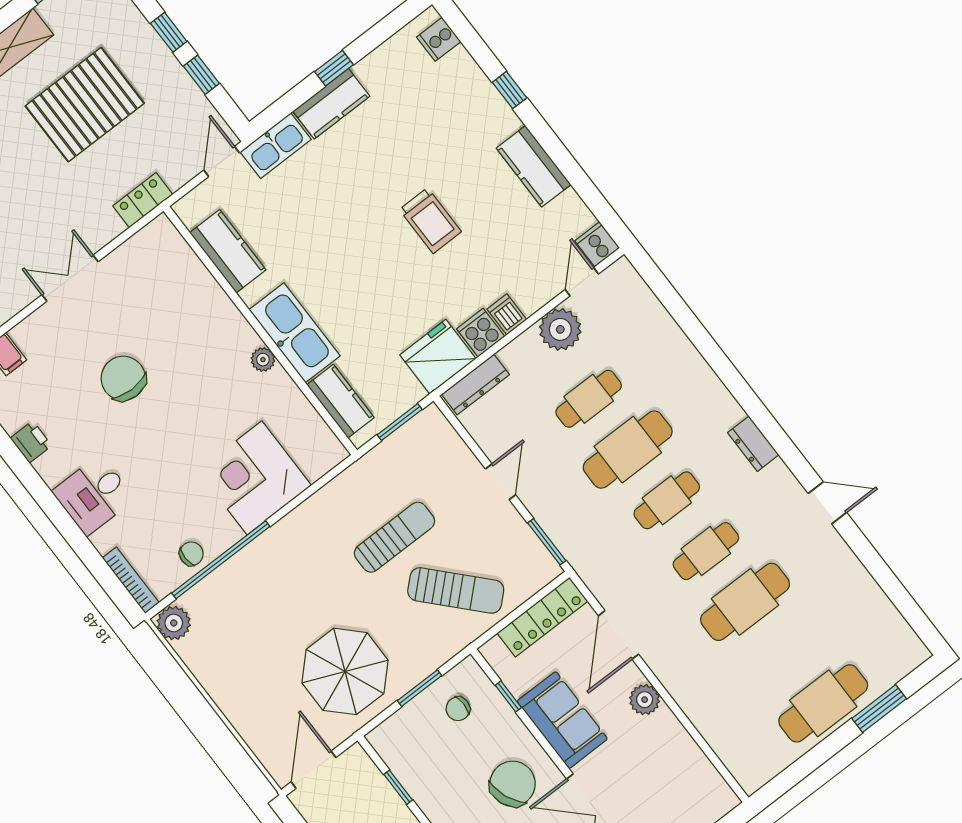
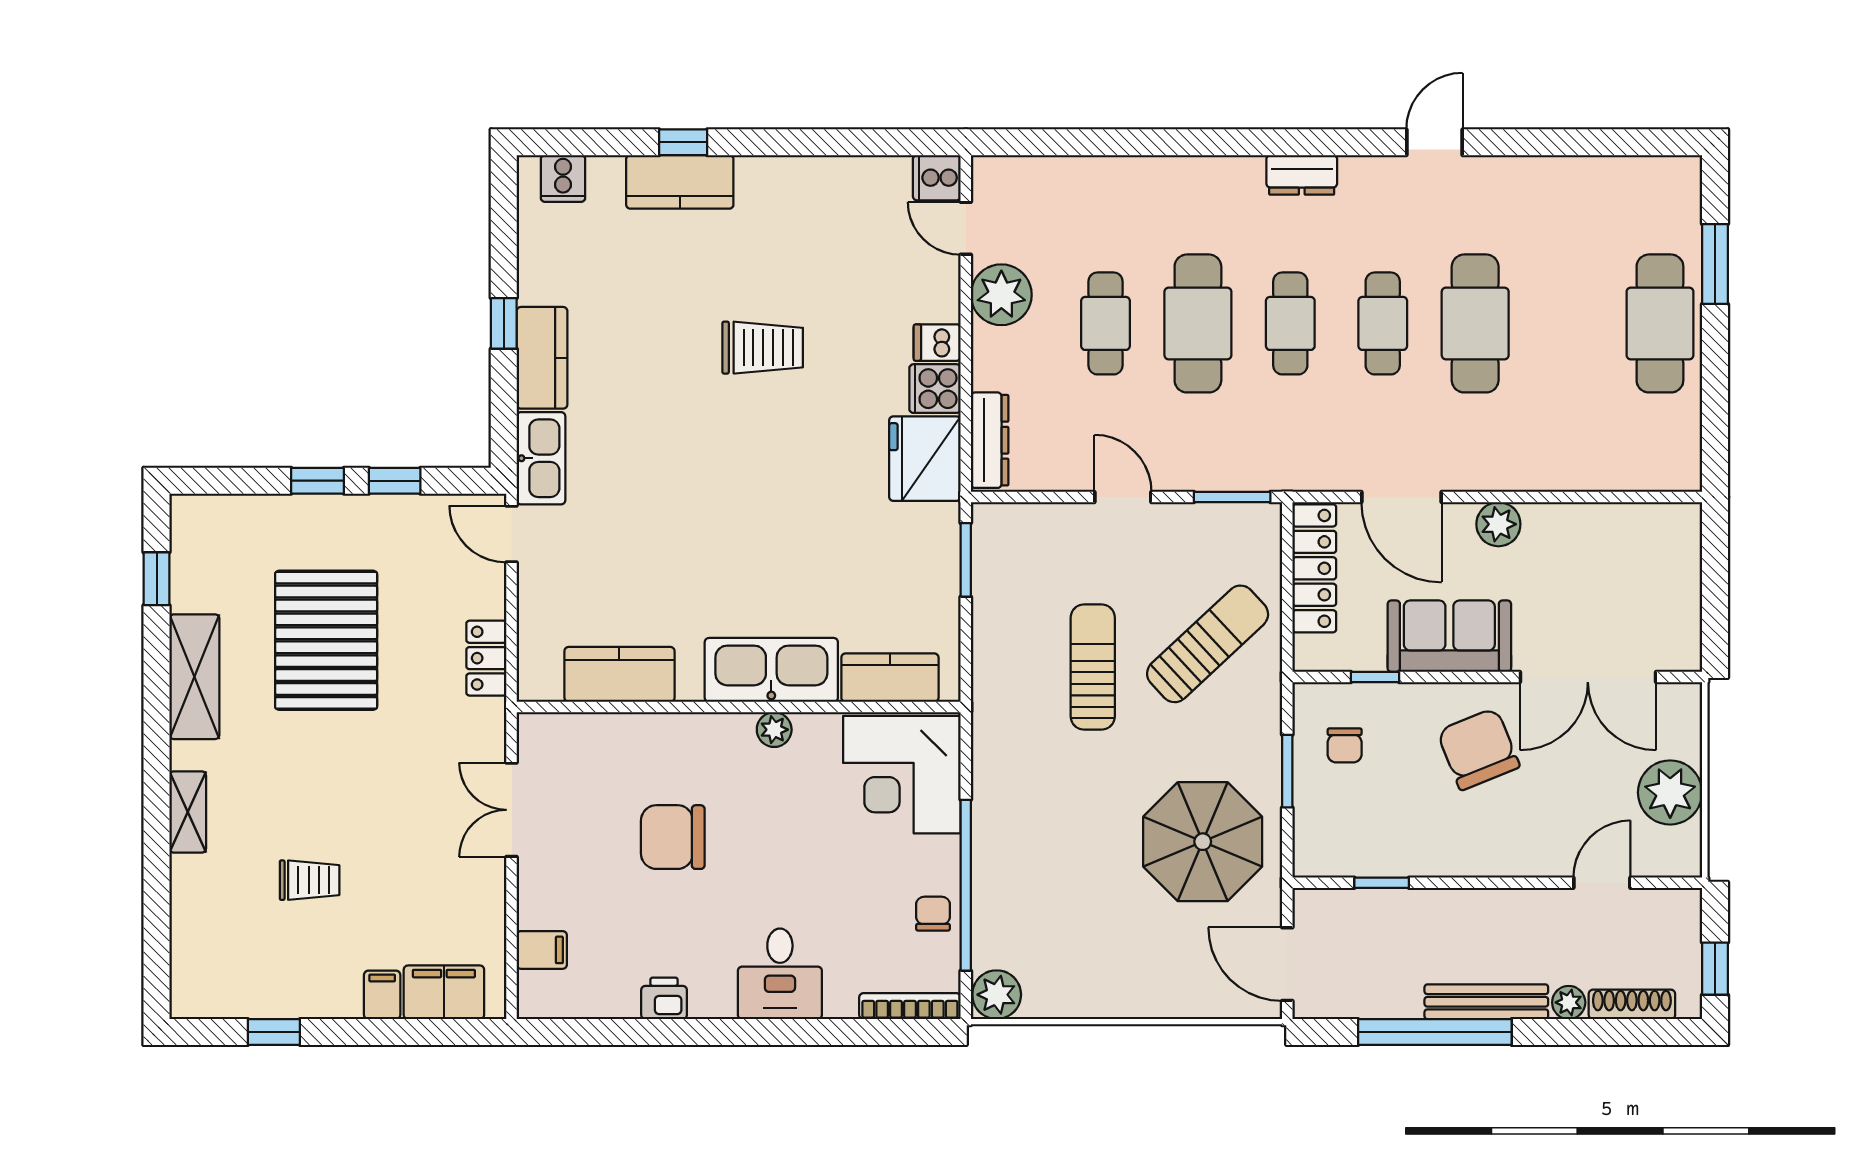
kitchen counter: (534, 166) -> (680, 182), moved
kitchen counter: (228, 251) -> (619, 674), moved
wall: (260, 330) -> (739, 707), moved
kitchen sink: (295, 333) -> (771, 670), moved
plant: (263, 360) -> (774, 730), moved
kitchen counter: (340, 401) -> (890, 678), moved

